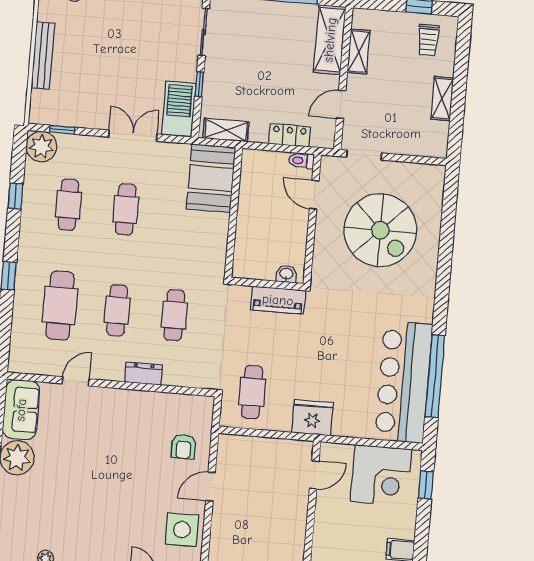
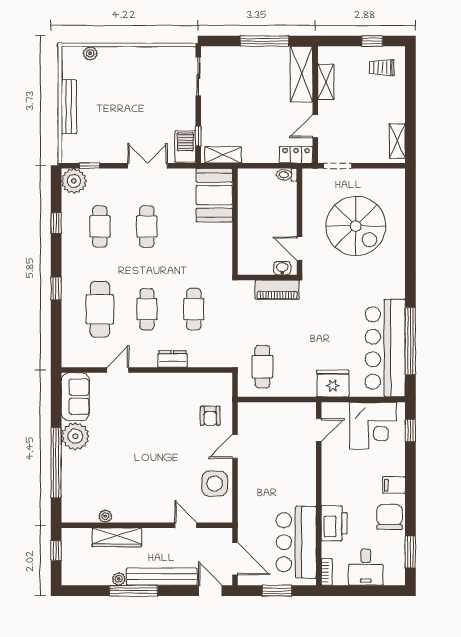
trolley: (428, 40) -> (382, 68), turned 90
window: (199, 84) -> (198, 136), moved
shelving: (442, 99) -> (397, 141), moved
barbecue: (179, 109) -> (185, 146), width x0.73, depth x0.83
locker: (289, 135) -> (296, 155), moved
door: (314, 195) -> (300, 249), moved
fridge: (312, 418) -> (333, 383), moved

